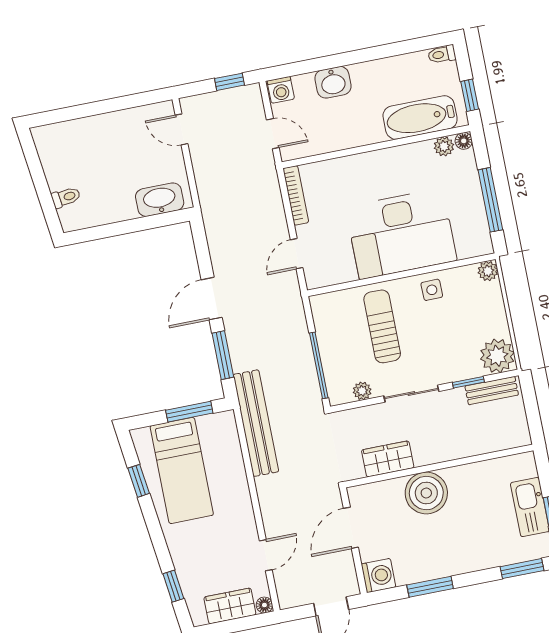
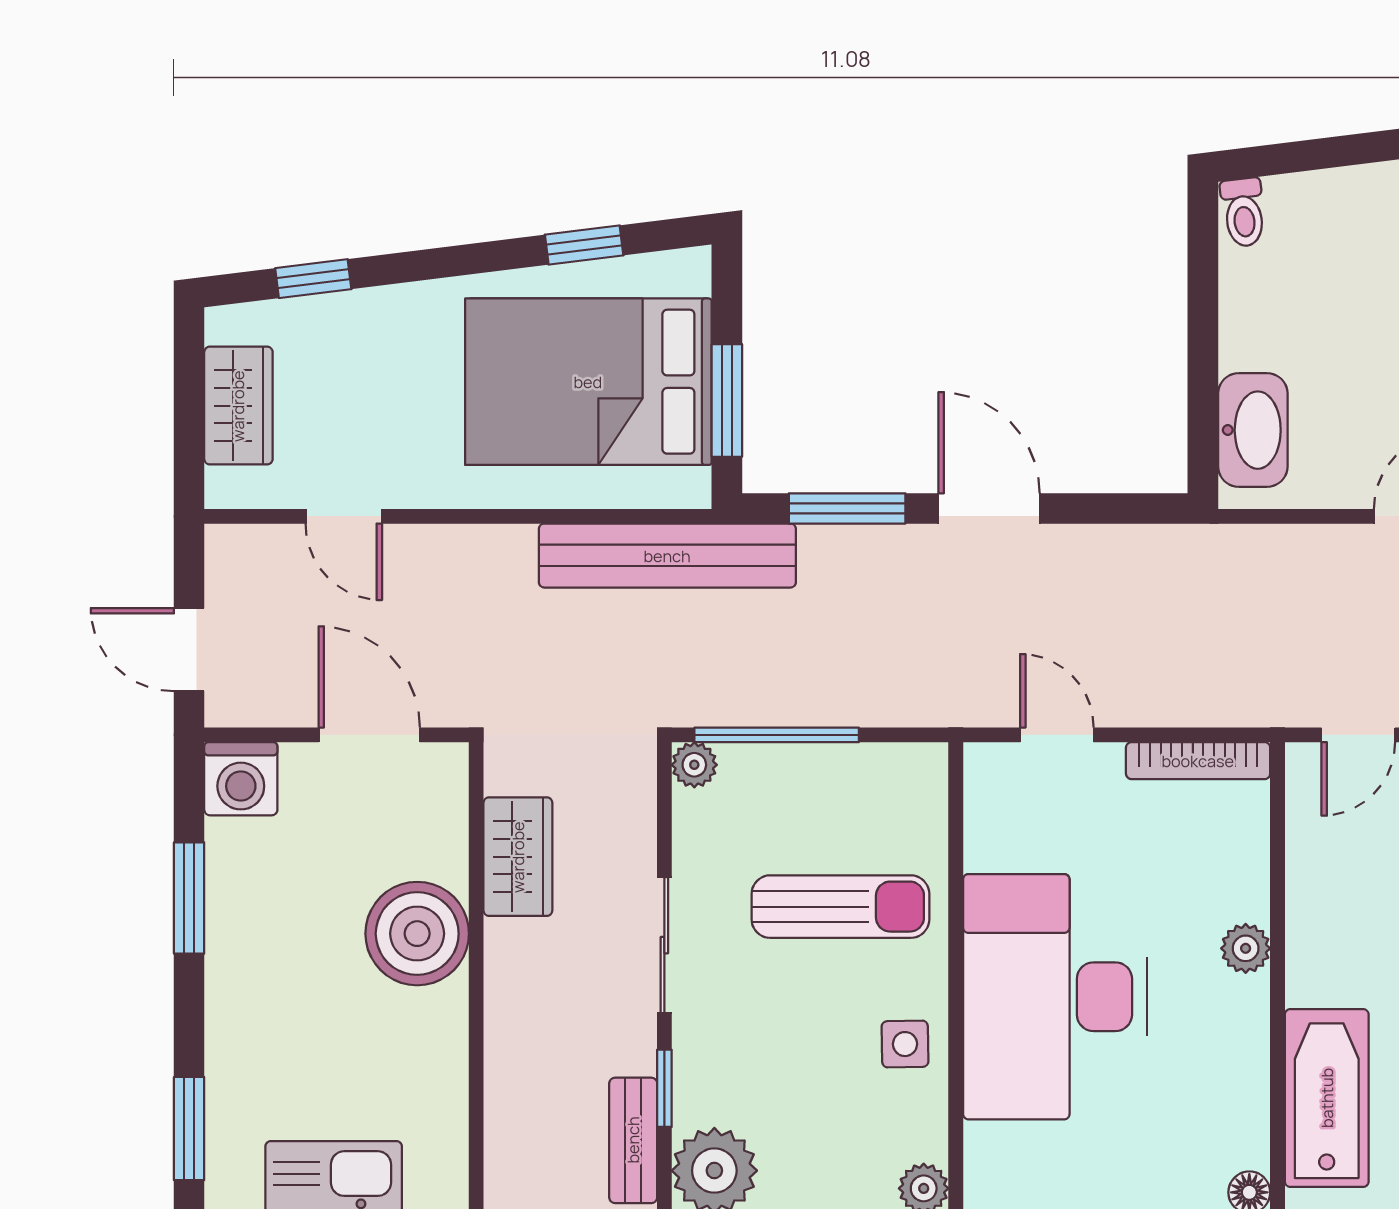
plant: (444, 146) -> (1246, 948), moved
toilet: (66, 197) -> (1243, 212), moved
plant: (362, 391) -> (694, 765), moved
bed: (182, 470) -> (588, 382), width x1.50
floor lamp: (264, 605) -> (224, 489), removed

